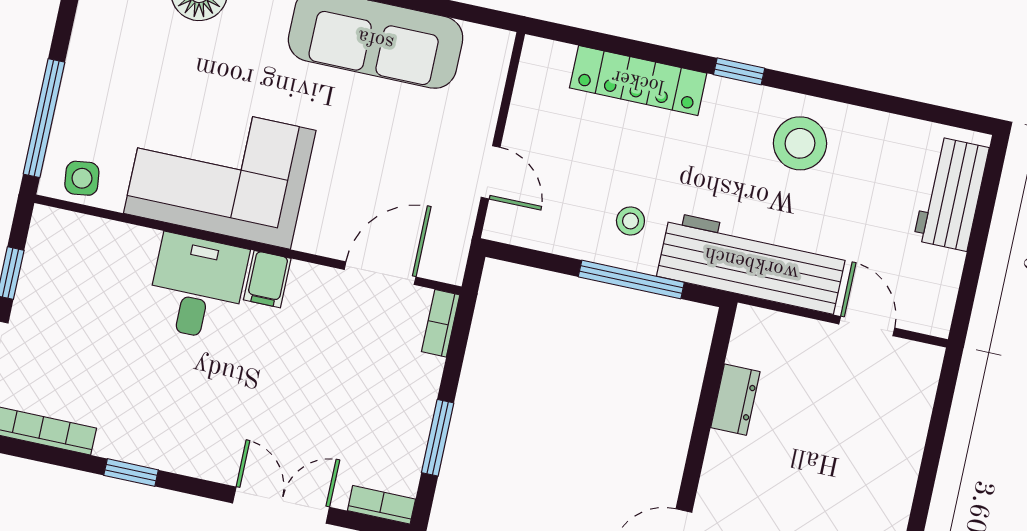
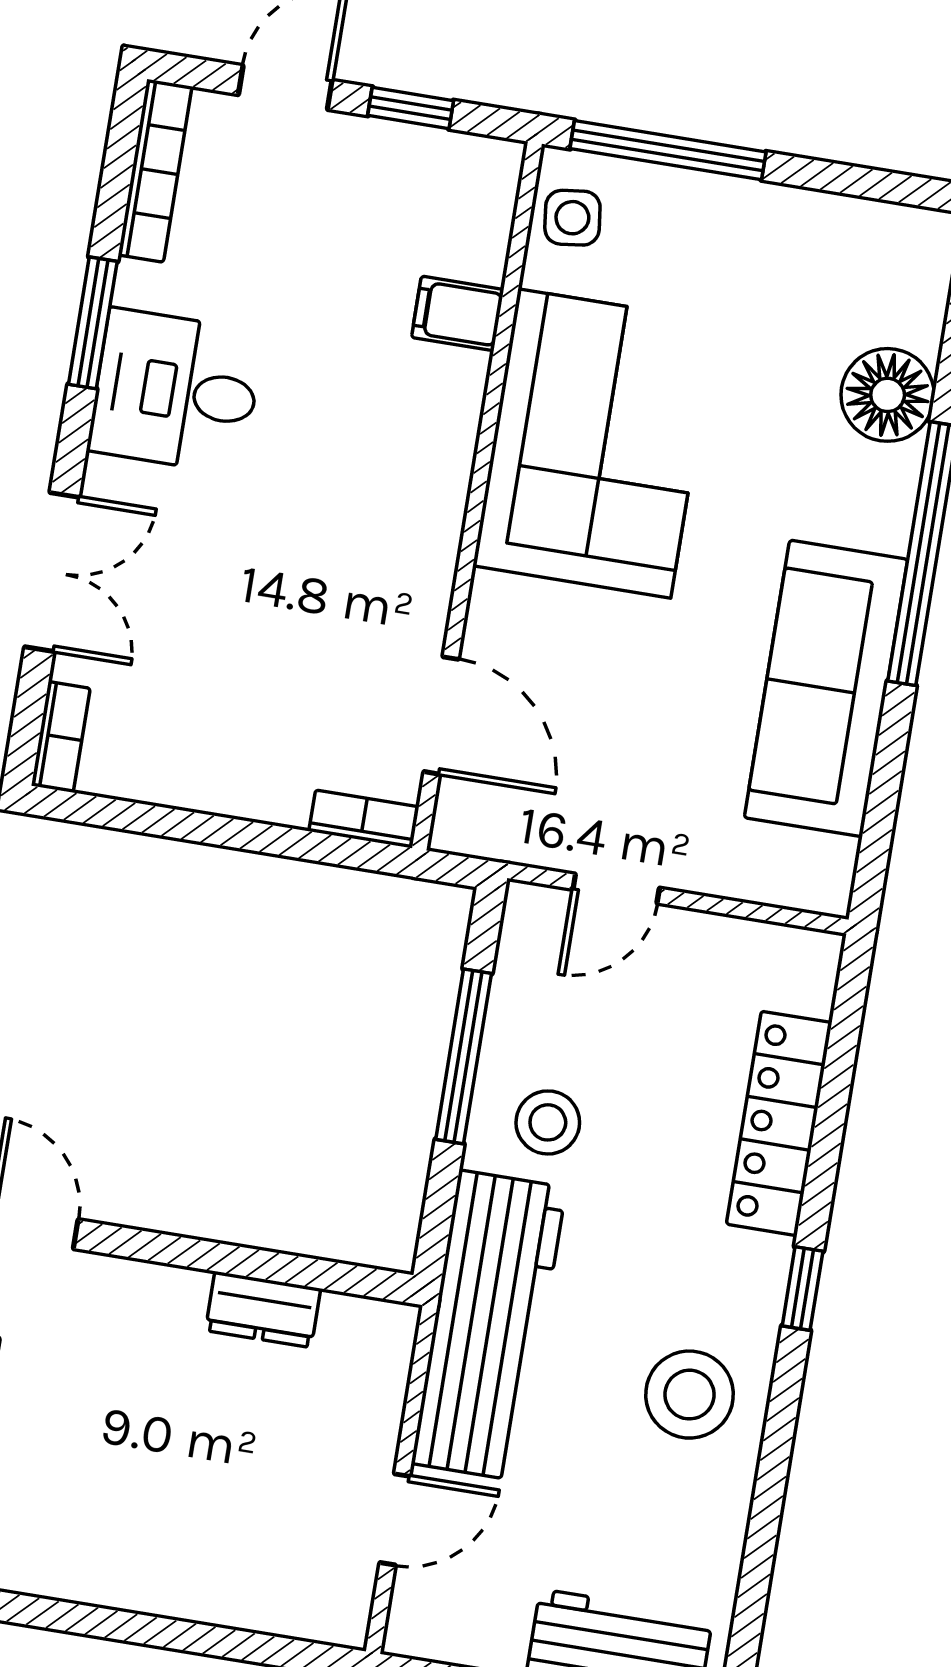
stool: (630, 221) -> (548, 1122), width x1.37, depth x1.37
filing cabinet: (267, 279) -> (458, 313), moved
window: (631, 280) -> (464, 1056), moved
desk: (197, 287) -> (176, 391), moved, turned 180
window: (438, 438) -> (176, 824), removed
window: (131, 473) -> (93, 323), width x1.50

